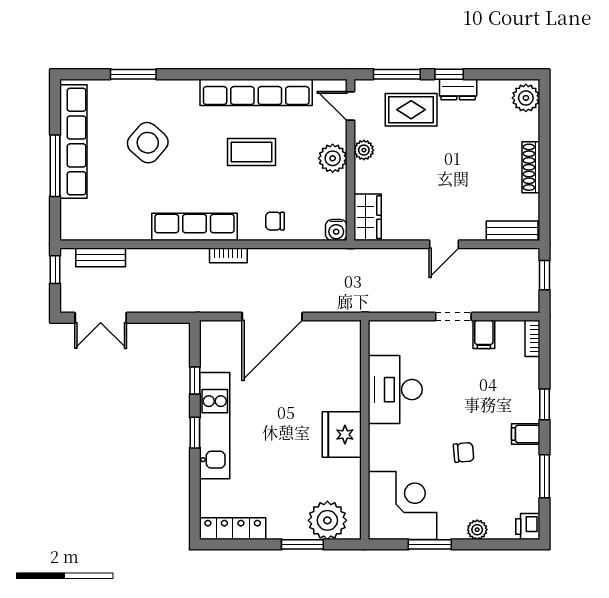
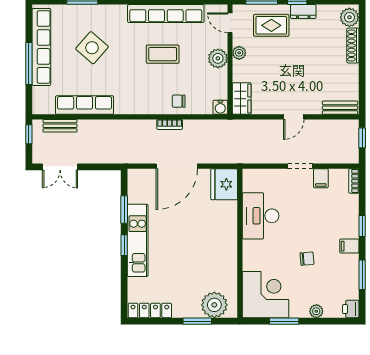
shoe rack: (531, 167) -> (353, 45), moved
row of seats: (195, 227) -> (85, 105), moved
bookcase: (228, 255) -> (170, 124), moved
window: (195, 380) -> (124, 210), width x1.50
fridge: (342, 435) -> (224, 184), moved

